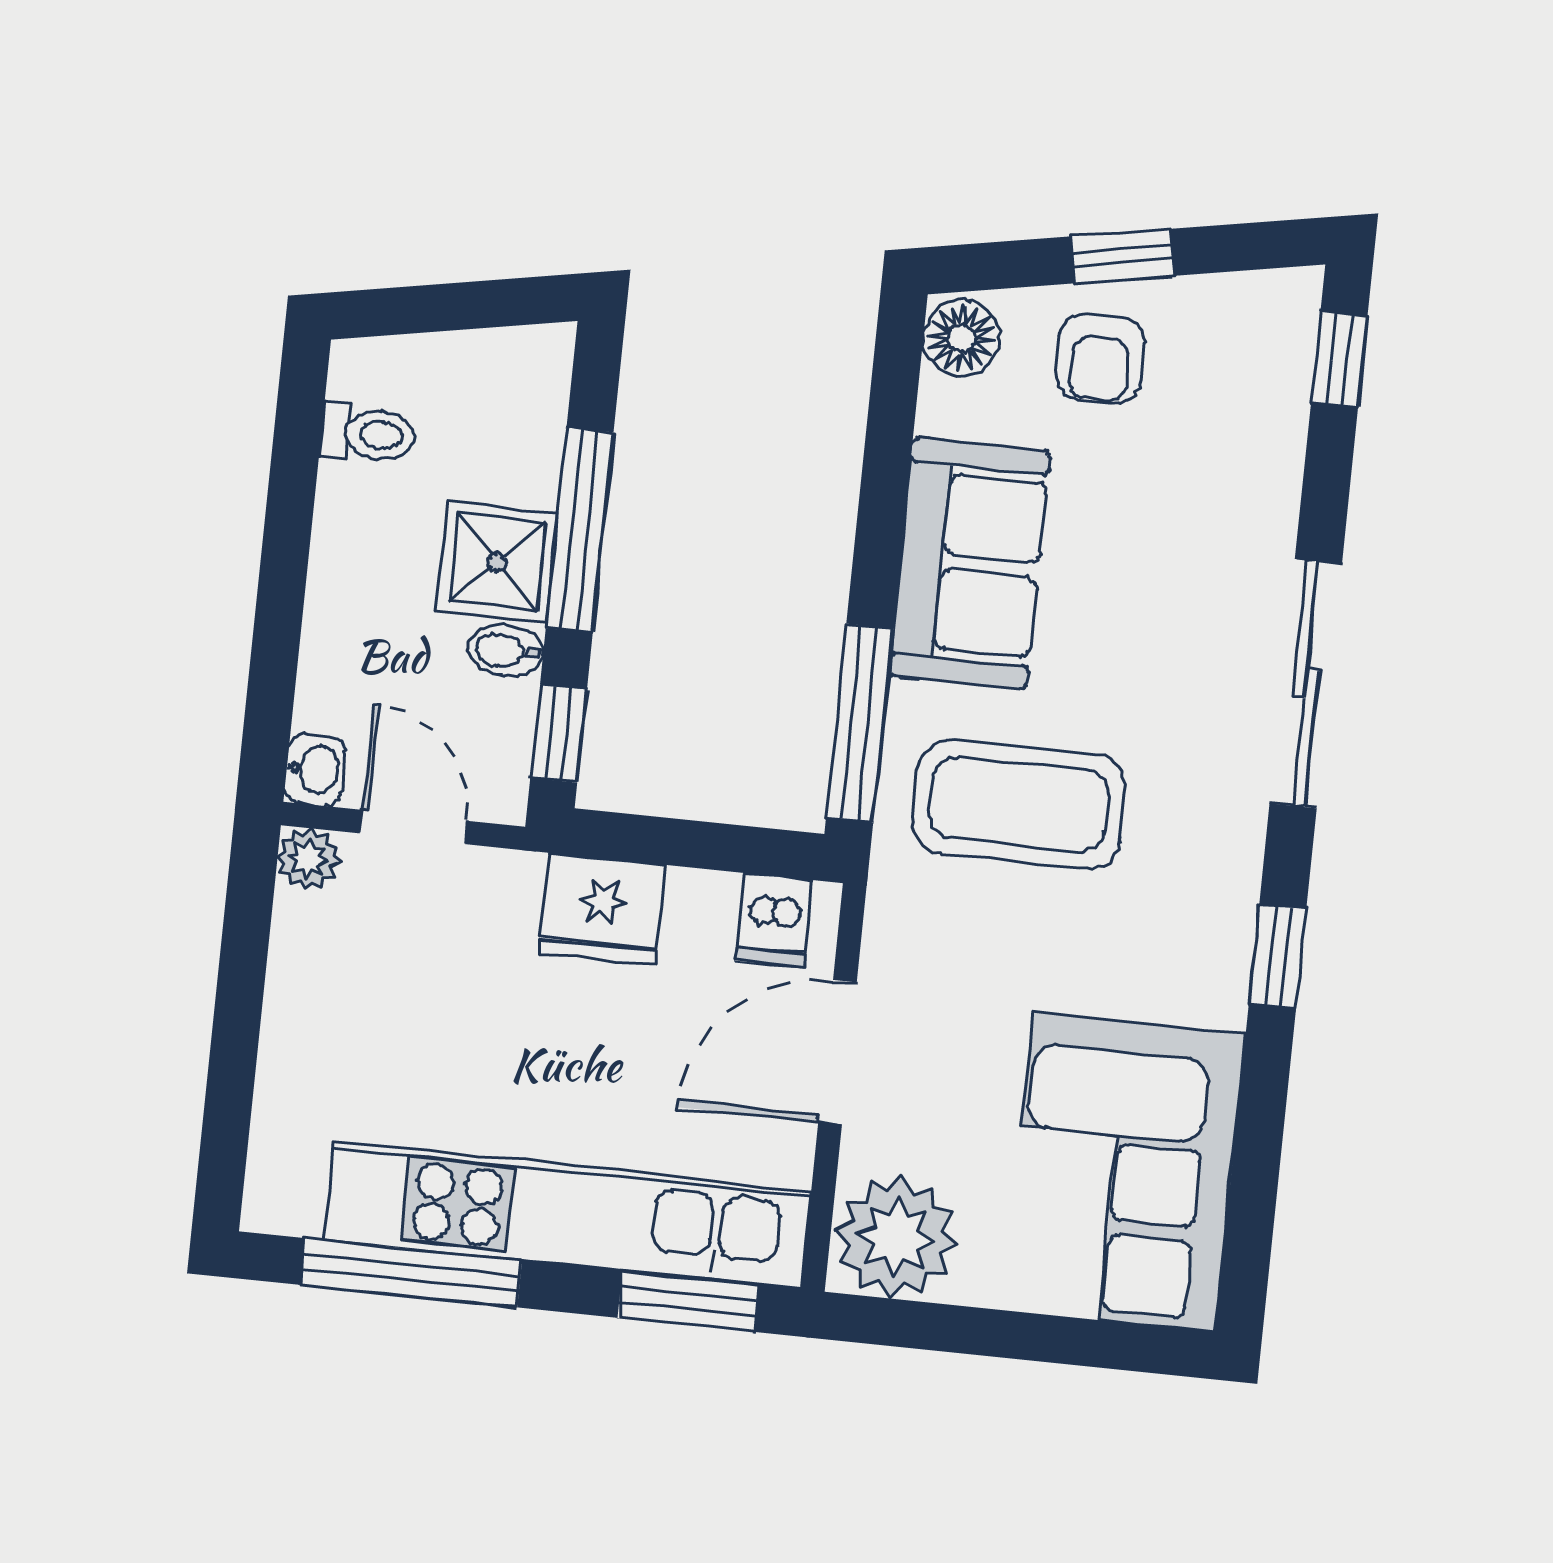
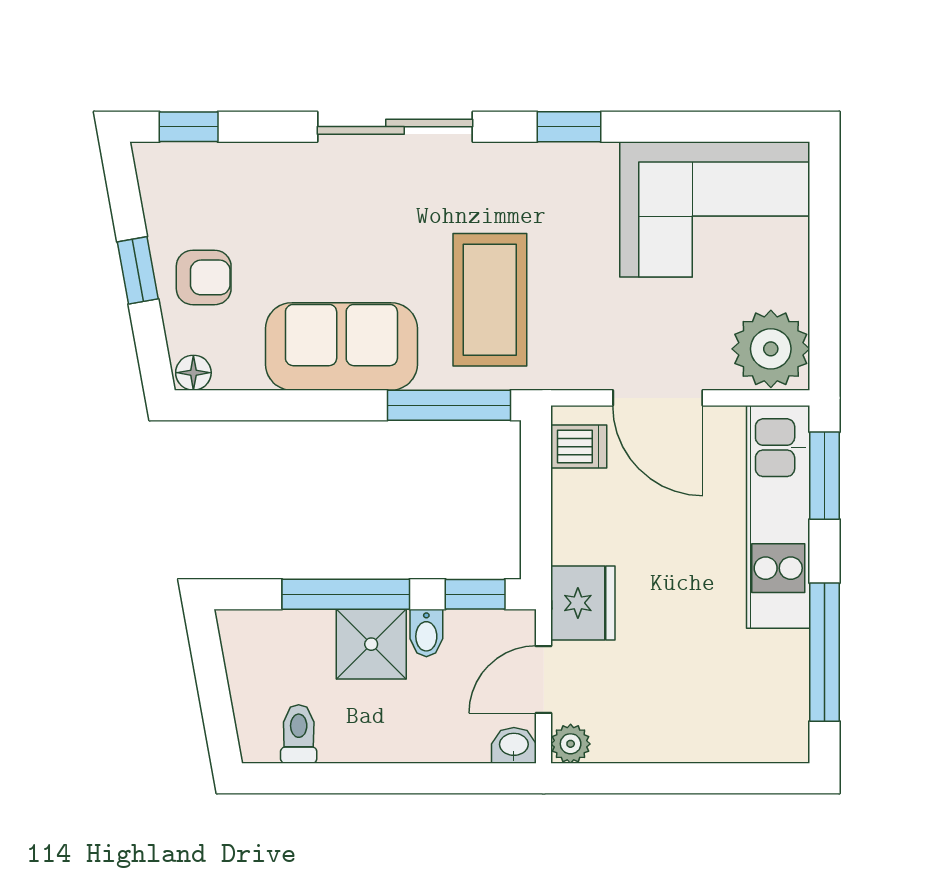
floor lamp: (962, 338) -> (193, 373), width x0.73, depth x0.73
fridge: (602, 909) -> (583, 603), moved
kitchen unit: (567, 1215) -> (778, 517), width x0.73

